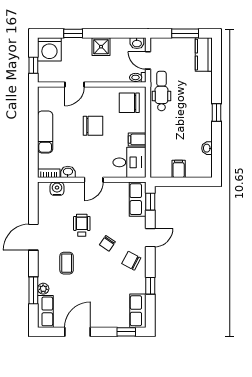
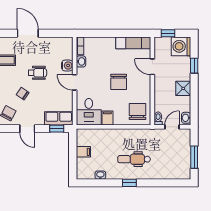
kitchen counter: (204, 55) -> (177, 172), removed
dental chair: (161, 91) -> (134, 159), moved, turned 180
exam couch: (45, 132) -> (133, 43), moved
water cooler: (57, 189) -> (67, 65), moved

